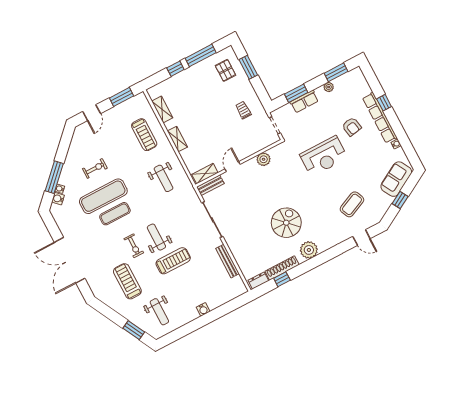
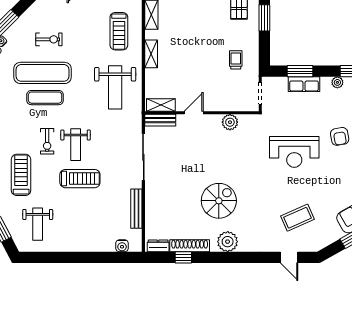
weight bench: (164, 178) -> (115, 87), width x1.36, depth x1.33
weight bench: (156, 237) -> (76, 145), turned 180
water cooler: (203, 309) -> (122, 246), moved

